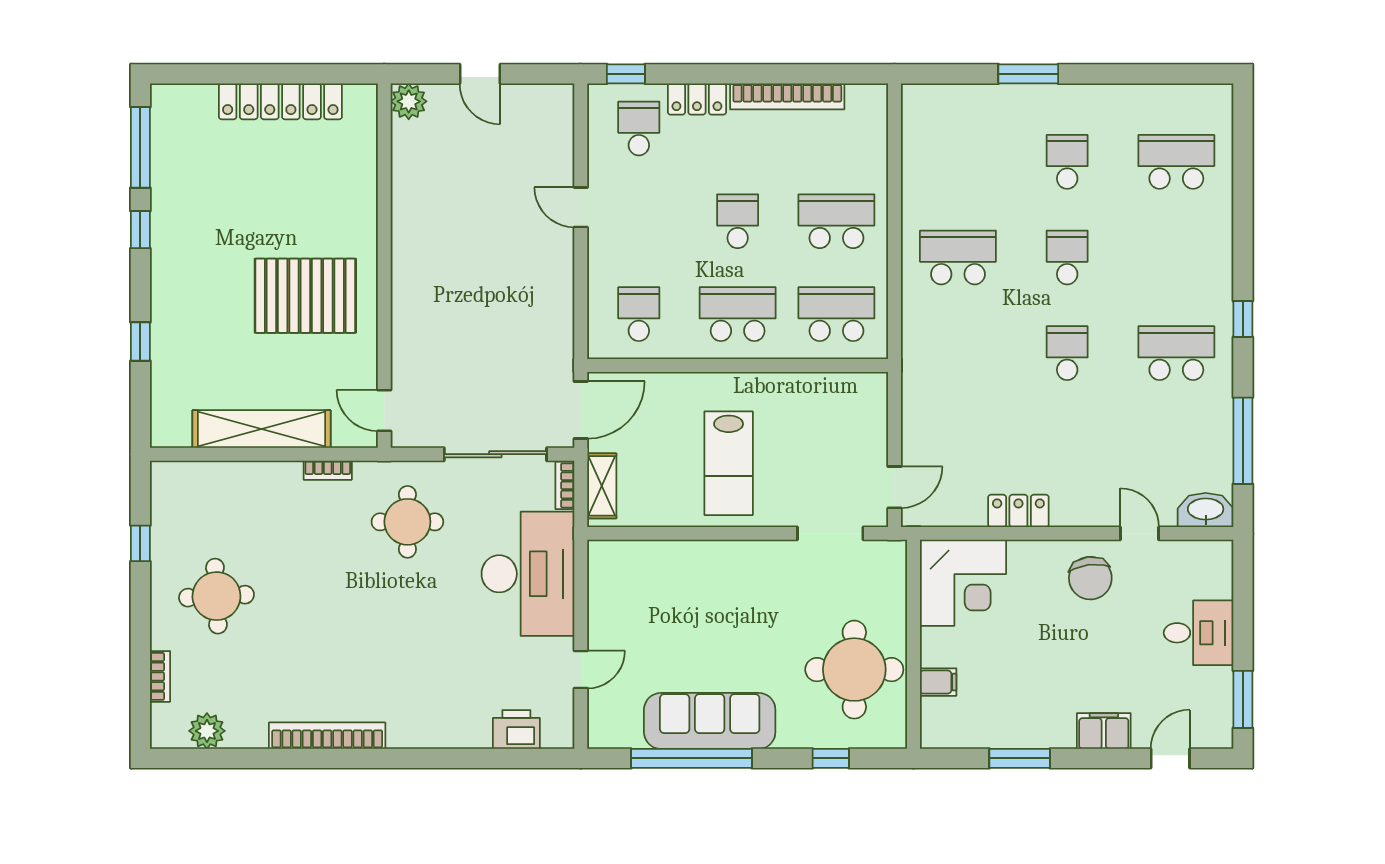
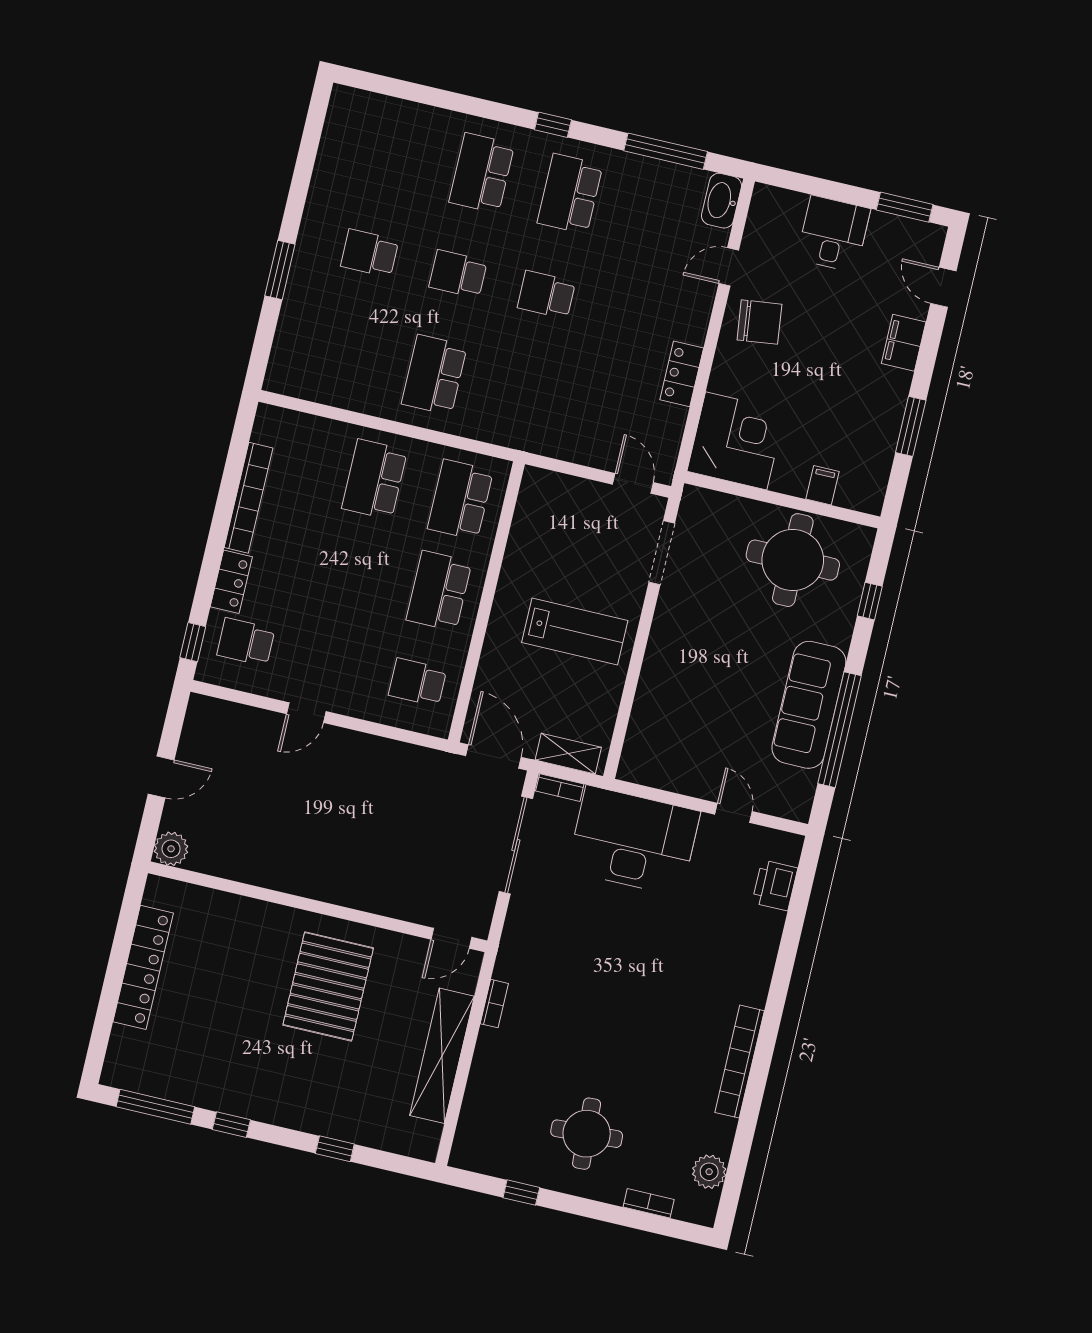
school desk: (1176, 162) -> (482, 173), moved
school desk: (738, 221) -> (353, 571), removed
round table: (407, 522) -> (559, 941), removed

